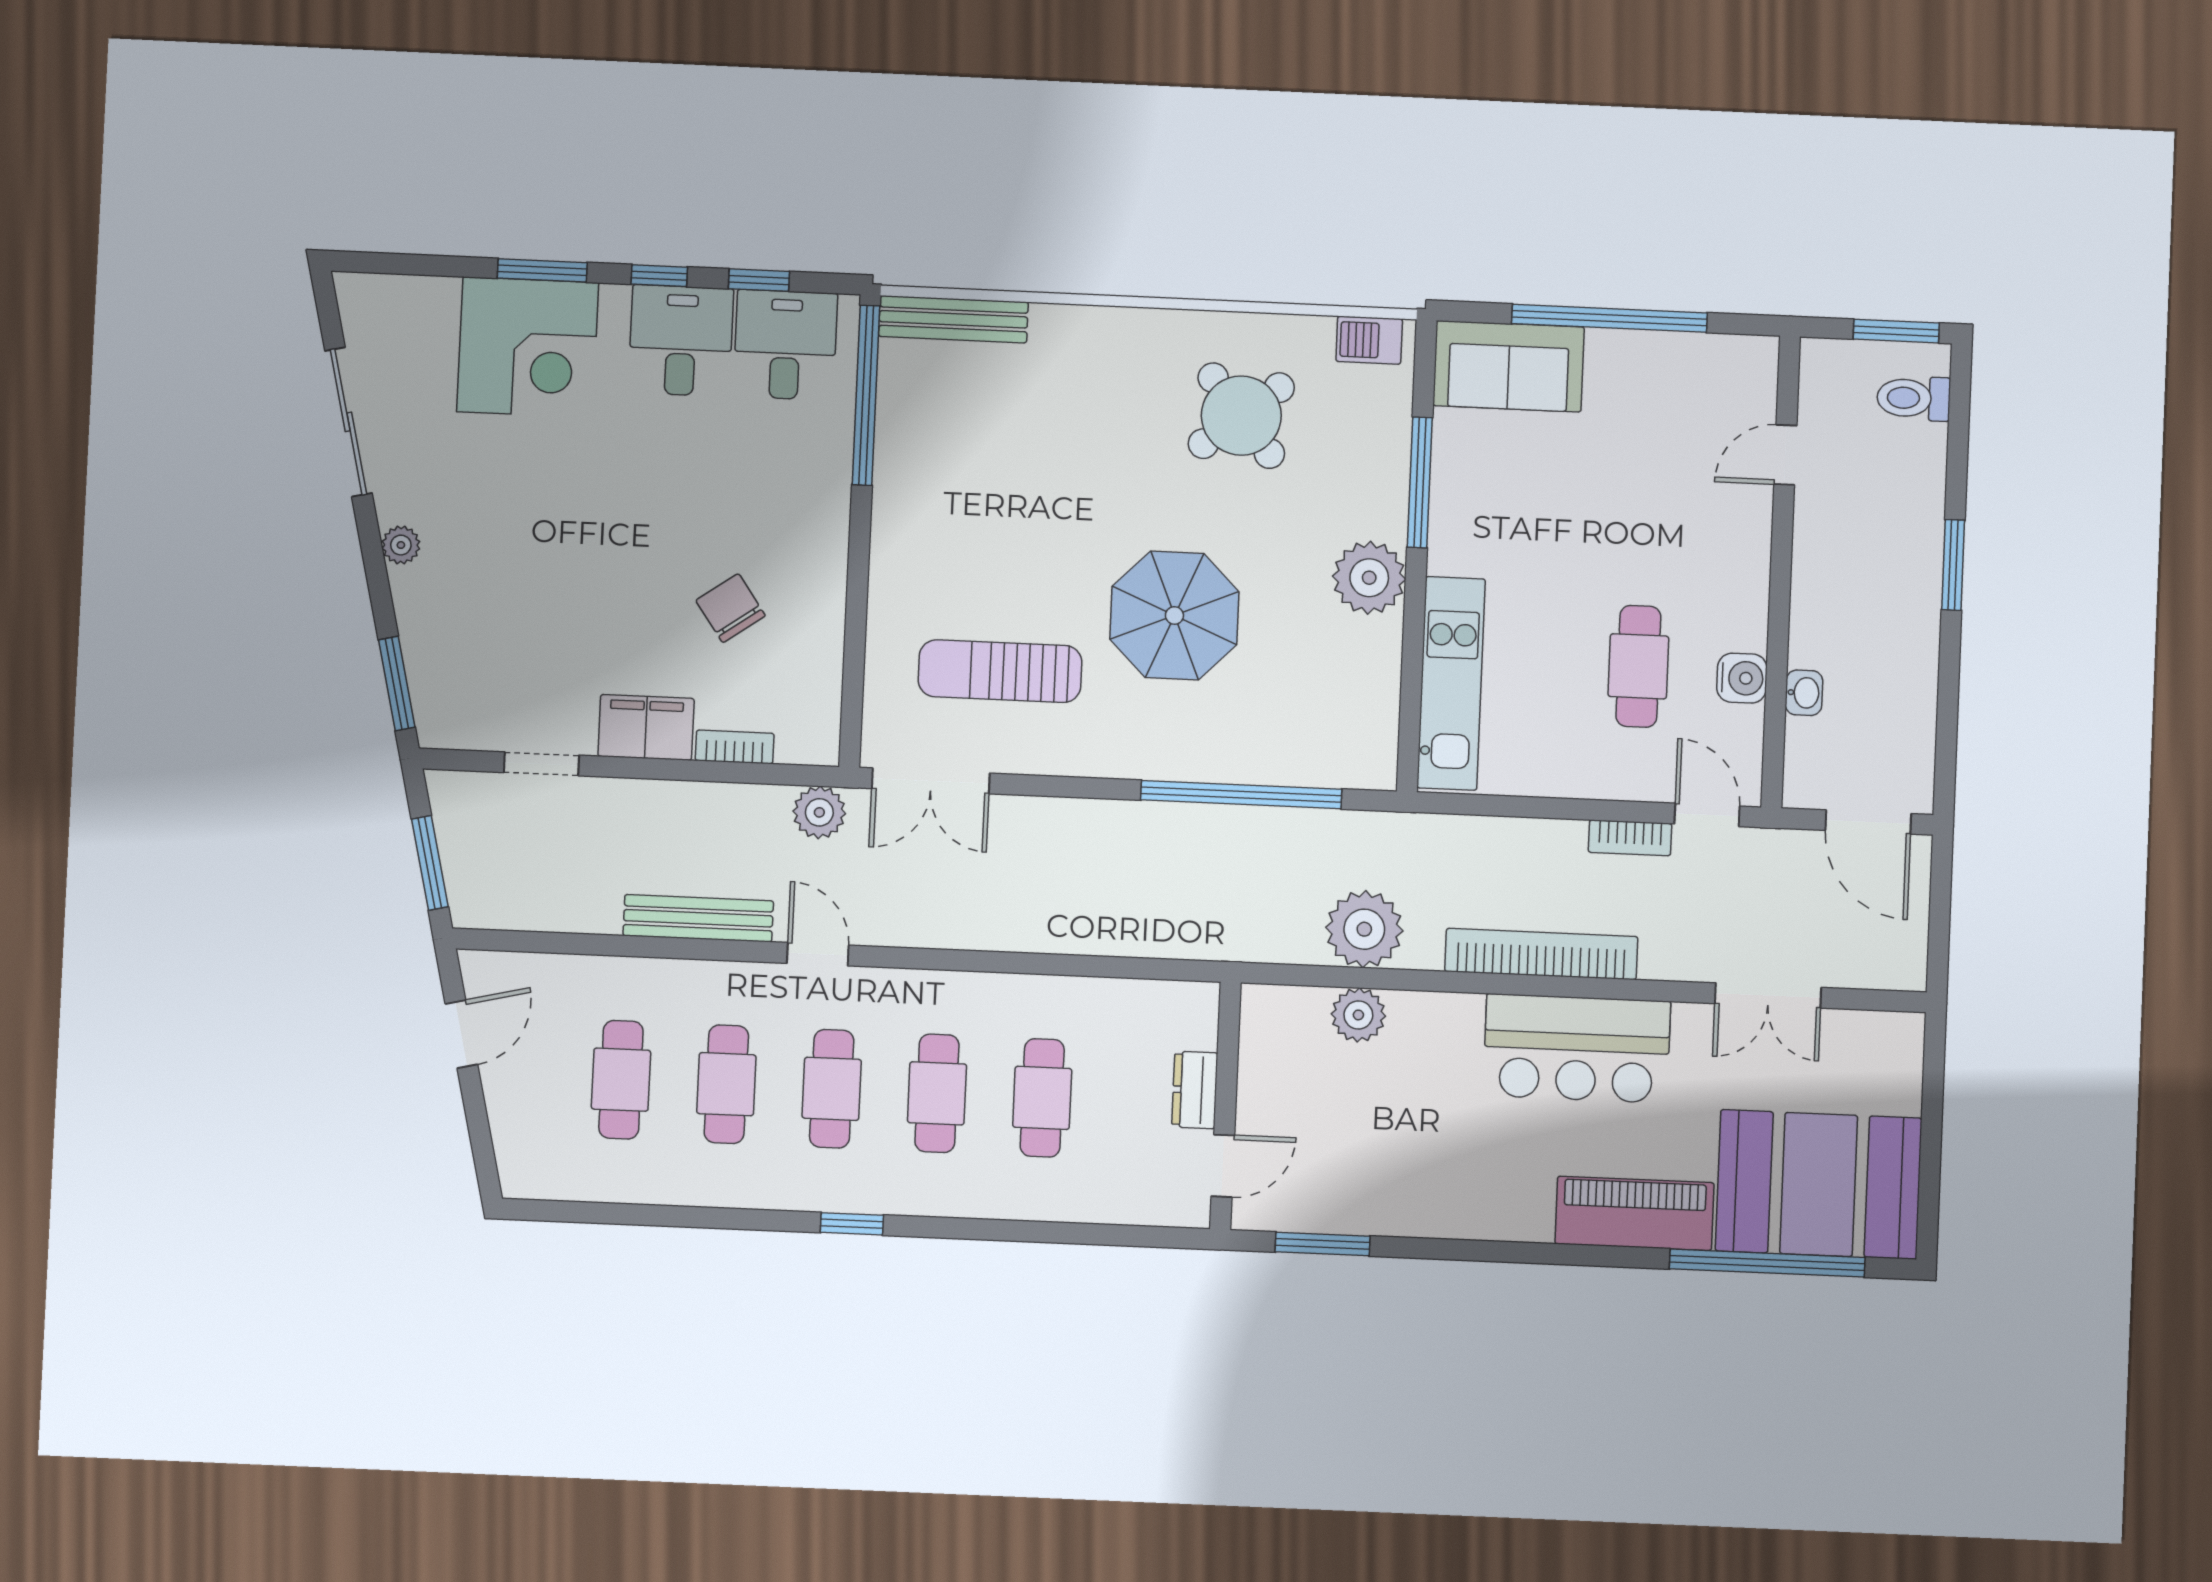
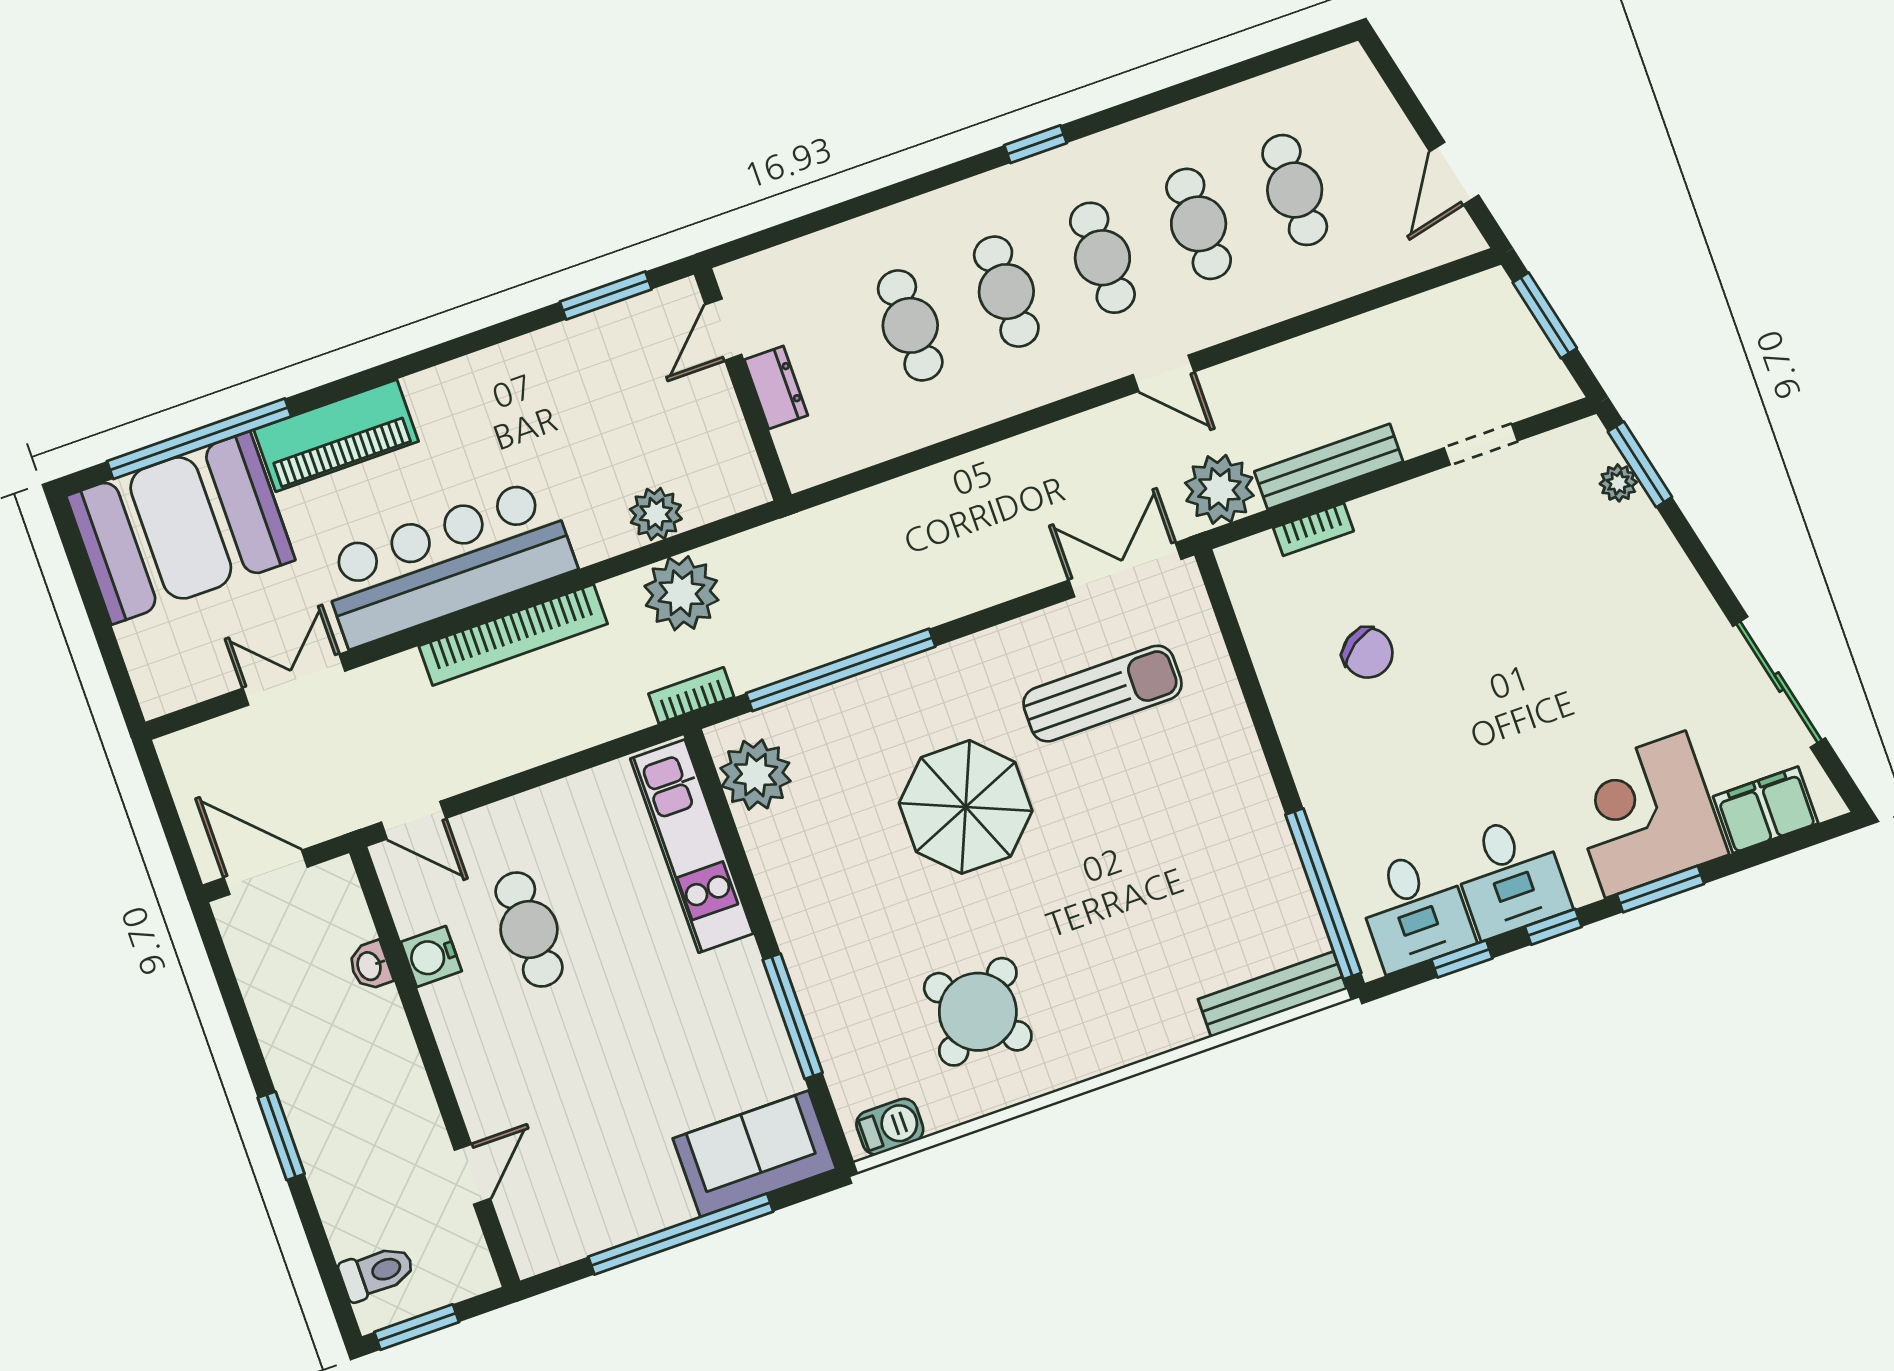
plant: (401, 545) -> (1618, 483), moved
plant: (1369, 578) -> (756, 775), moved
filing cabinet: (646, 727) -> (1766, 810), moved, turned 180
plant: (819, 812) -> (1219, 489), width x1.36, depth x1.36
bookcase: (1630, 838) -> (691, 695), moved
bench: (698, 918) -> (1329, 467), moved
bar counter: (1577, 1048) -> (447, 563), width x1.36

